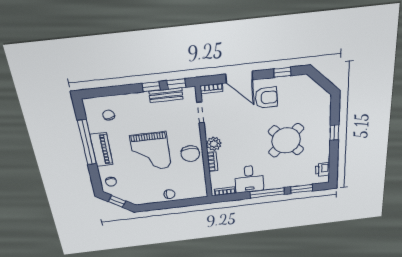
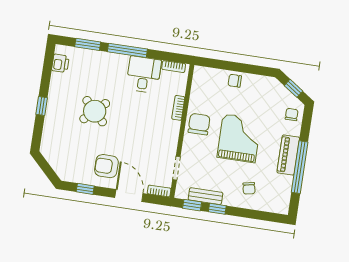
chair: (109, 115) -> (249, 188), moved
round table: (286, 140) -> (95, 111), width x0.73, depth x0.73
plant: (214, 144) -> (172, 129), removed

